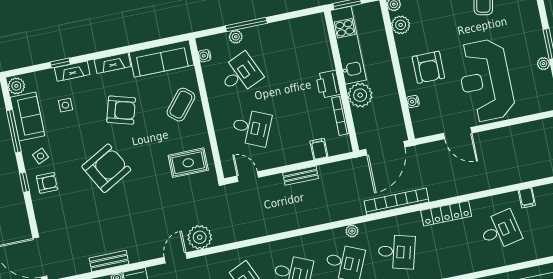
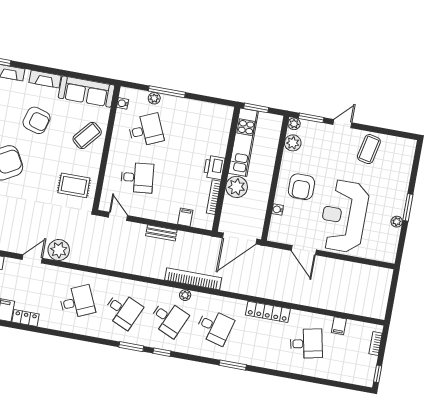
desk: (251, 128) -> (137, 178), turned -30
bookcase: (396, 201) -> (193, 279), moved

